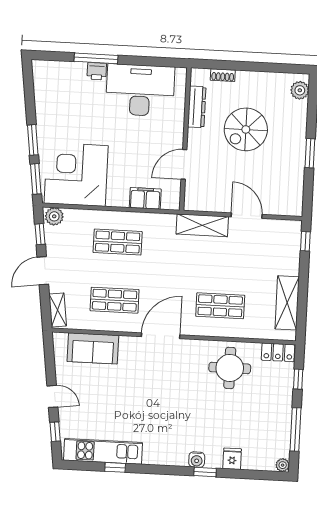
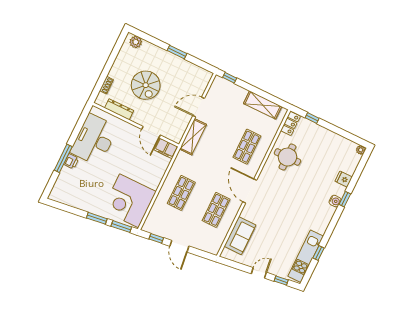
filing cabinet: (145, 198) -> (166, 148), moved, turned -90
plant: (54, 216) -> (149, 225), removed
shelving: (58, 310) -> (207, 247), removed
window: (295, 429) -> (342, 133), removed

